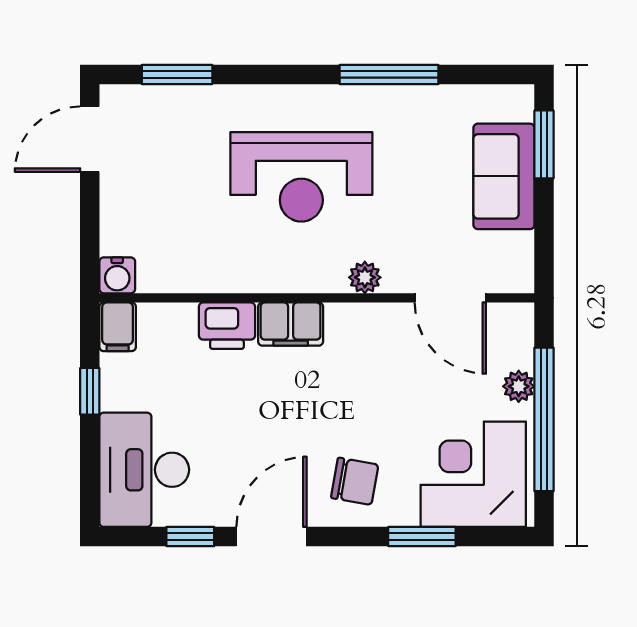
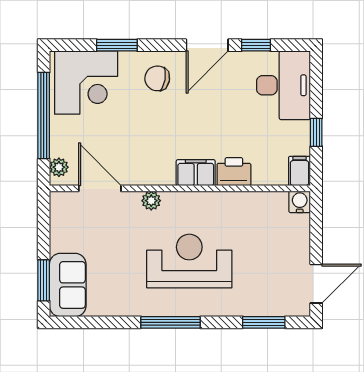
window: (389, 75) -> (171, 322), moved
sofa: (504, 176) -> (68, 285), moved
plant: (519, 386) -> (59, 167), moved

